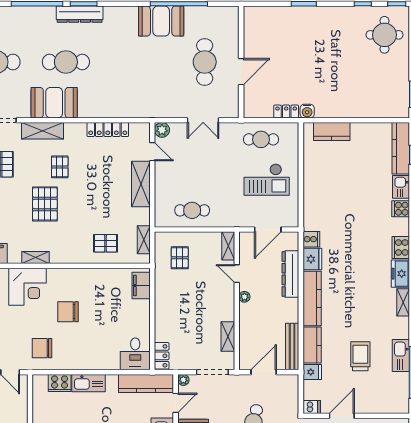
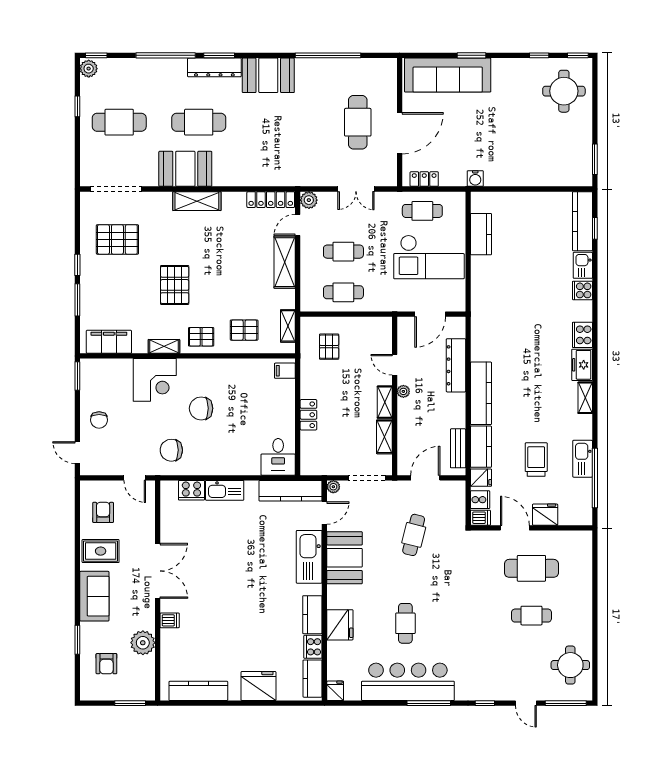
booth: (161, 21) -> (268, 75), moved
sofa: (283, 21) -> (448, 75), added
door: (241, 72) -> (400, 133), width x1.36
locker: (286, 112) -> (424, 179), moved
locker: (108, 129) -> (271, 200), moved
shelving: (43, 131) -> (197, 201), moved
kitchen counter: (332, 131) -> (481, 234), moved, turned -90
door: (152, 152) -> (298, 225), swing flipped
pallet: (60, 167) -> (201, 337), moved, turned 90
cafe table: (192, 175) -> (343, 252), added
checkout: (267, 180) -> (429, 257), width x1.36, depth x1.21
cooker: (311, 239) -> (480, 500), moved
shelving: (228, 246) -> (385, 402), moved
fridge: (312, 259) -> (545, 515), moved, turned -90
filing cabinet: (141, 286) -> (285, 371), width x0.50
bench: (292, 346) -> (458, 448), width x0.73
locker: (162, 356) -> (308, 415), moved
door: (342, 416) -> (515, 528), hinge flipped

